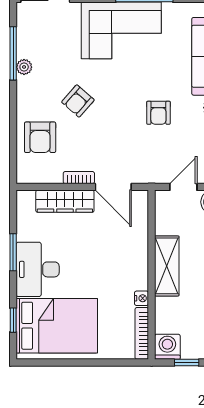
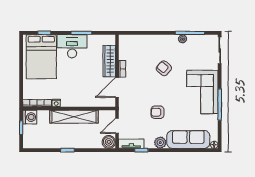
armchair: (40, 137) -> (144, 48), removed
door: (183, 187) -> (117, 126), swing flipped
shelving: (167, 266) -> (74, 117), width x1.47

